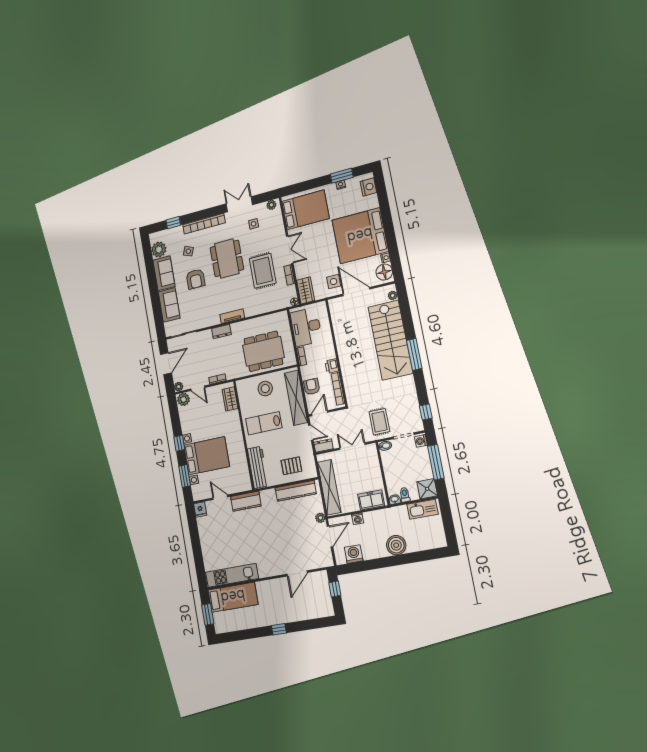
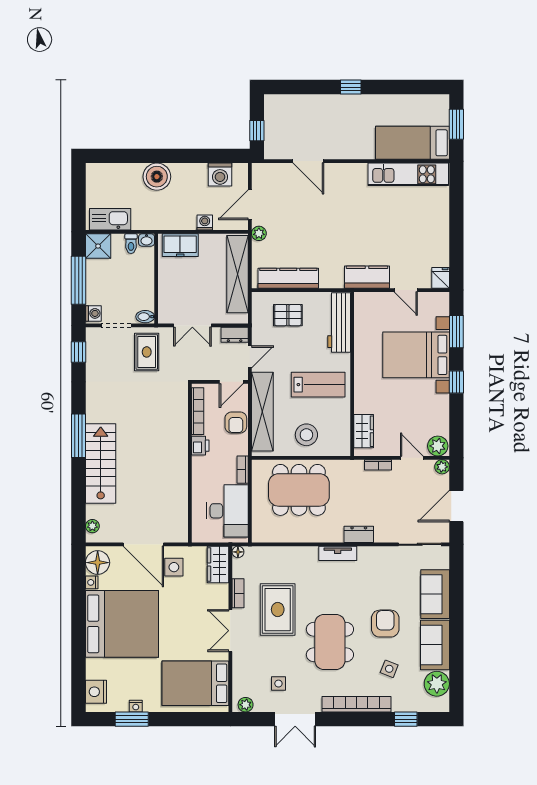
stairs: (390, 340) -> (101, 464), width x0.73, depth x0.66
door: (311, 433) -> (250, 357), swing flipped
door: (297, 573) -> (308, 161), swing flipped

